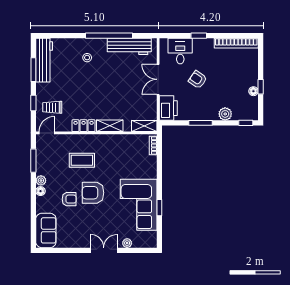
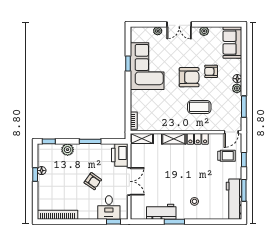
window: (109, 36) -> (174, 222), width x0.47
window: (199, 36) -> (114, 222), moved
workbench: (129, 46) -> (161, 212), width x0.73
plant: (77, 243) -> (204, 31), added

